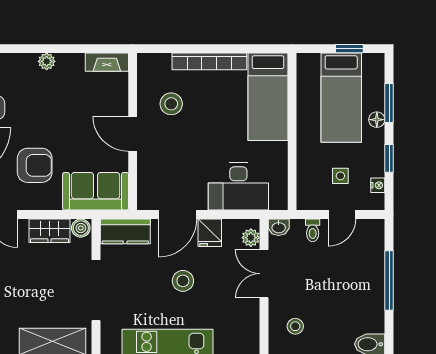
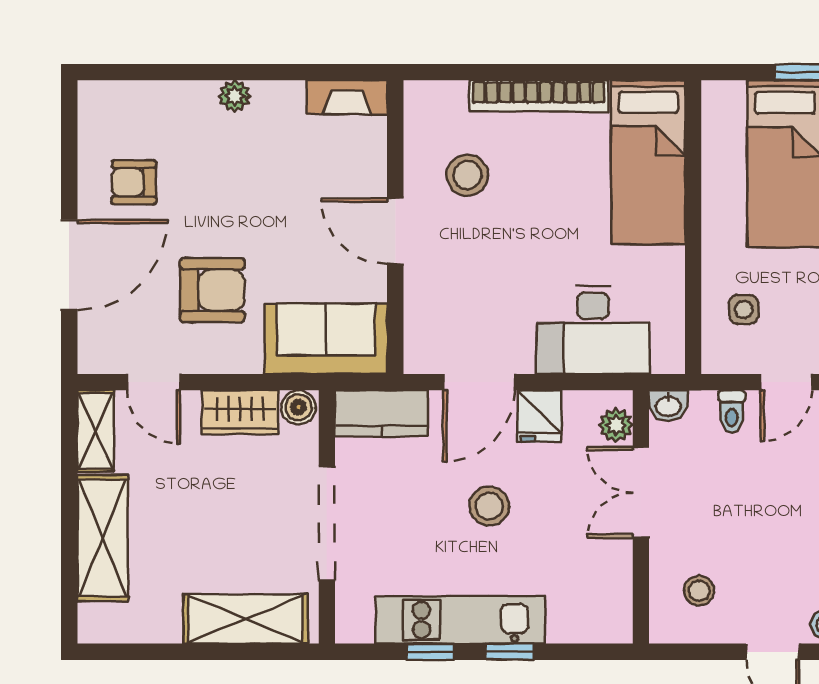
side table: (340, 176) -> (744, 309), moved

